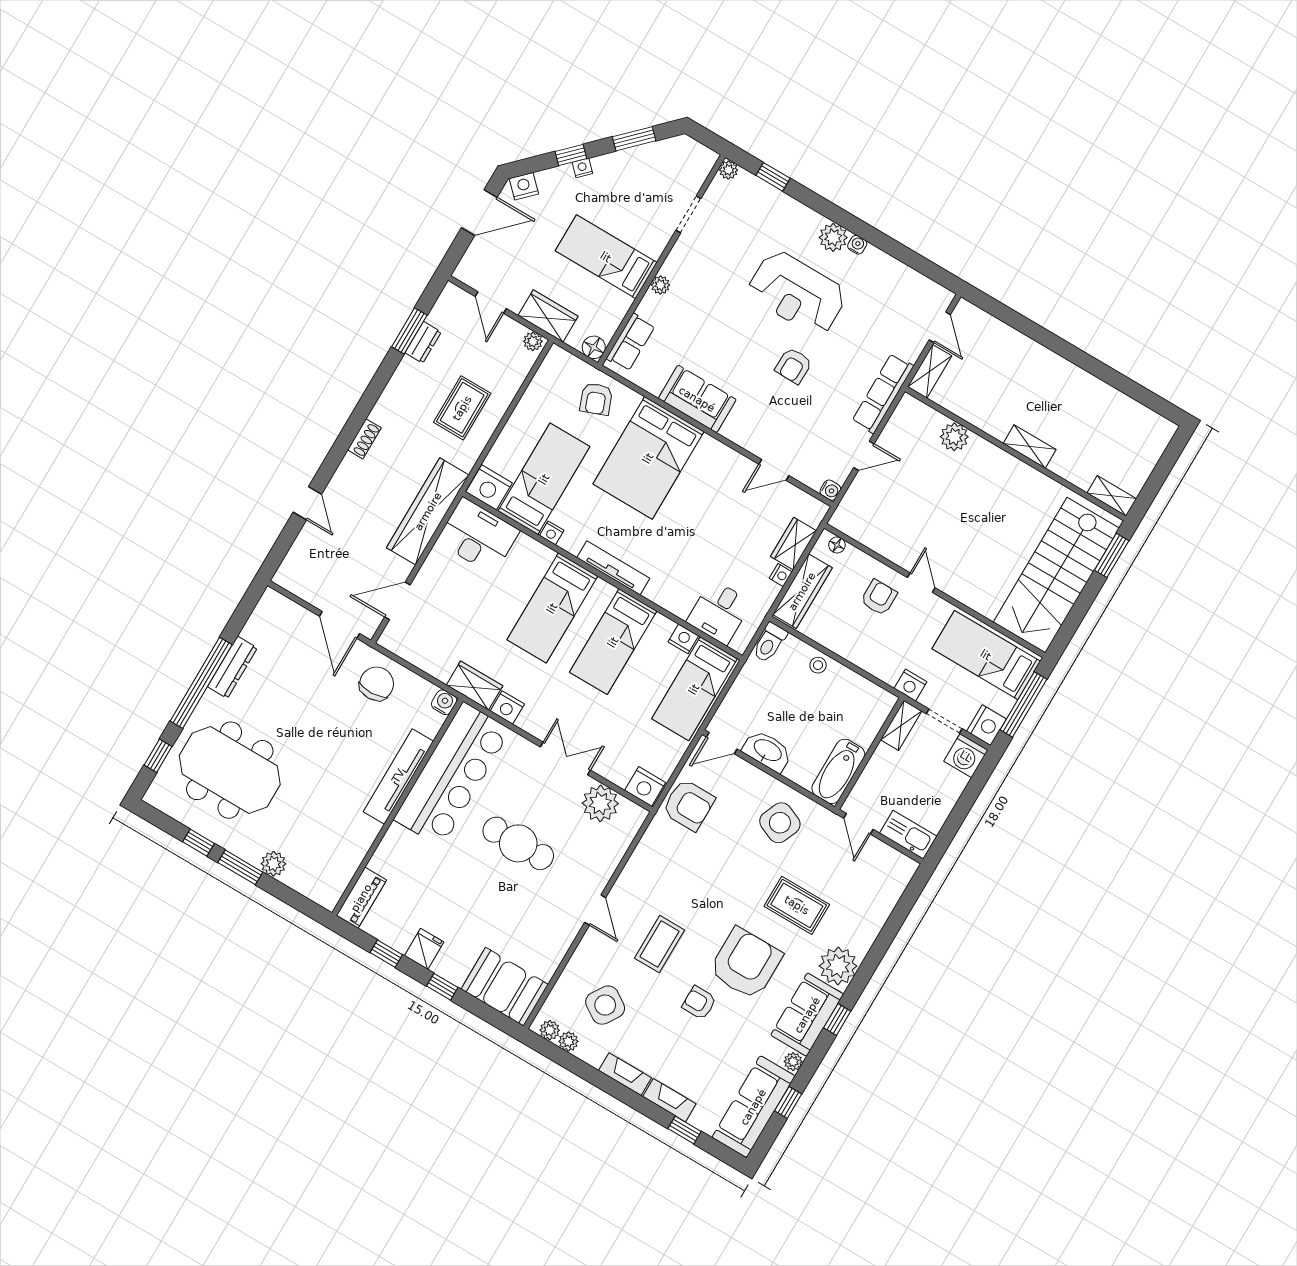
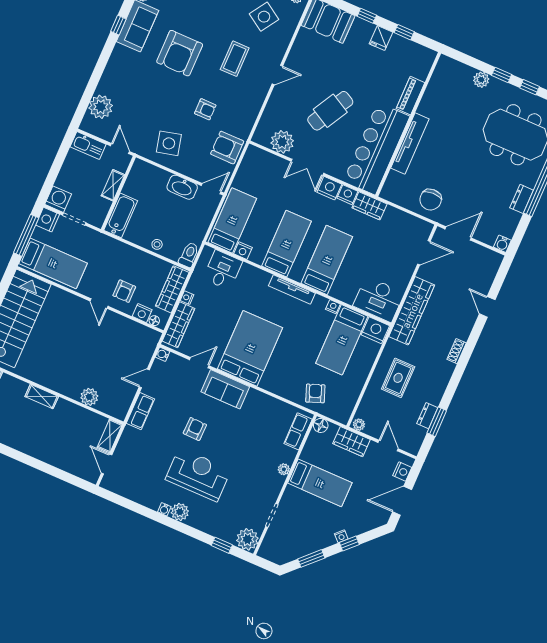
plant: (728, 170) -> (247, 539), width x1.88, depth x1.88
nightstand: (524, 186) -> (402, 471), moved, turned -45
row of seats: (883, 393) -> (140, 411), width x0.68
sofa: (697, 399) -> (225, 389), moved
bed: (648, 458) -> (250, 348), moved
wardrobe: (794, 544) -> (179, 325), width x1.50
door: (339, 625) -> (458, 233), hinge flipped
dresser: (232, 667) -> (522, 199), width x0.70
nightstand: (910, 685) -> (142, 313), moved, turned 180
water cooler: (444, 702) -> (502, 244), moved
shelving: (901, 725) -> (113, 185), moved
bathtub: (838, 771) -> (121, 215), moved
nightstand: (645, 786) -> (329, 188), moved
side table: (780, 823) -> (169, 143), turned -37
cafe table: (518, 843) -> (330, 111), turned -61
window: (240, 867) -> (502, 75), width x0.67
piano: (361, 898) -> (410, 96), moved
rug: (797, 905) -> (152, 93), removed
door: (595, 910) -> (277, 75), swing flipped
plant: (838, 966) -> (101, 107), moved
armchair: (699, 1003) -> (205, 109), moved

